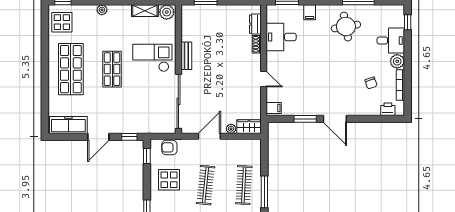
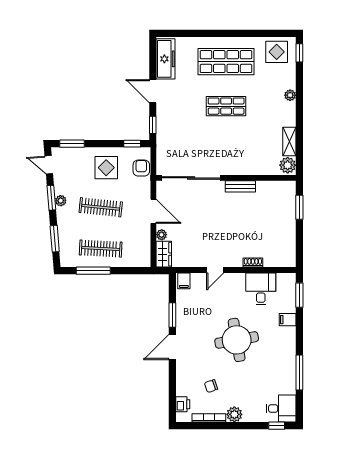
dresser: (255, 24) -> (275, 261), removed
round table: (346, 27) -> (237, 340), moved, width x1.36, depth x1.36
desk: (391, 41) -> (281, 408), moved, turned -90
checkout: (152, 58) -> (238, 150), removed

